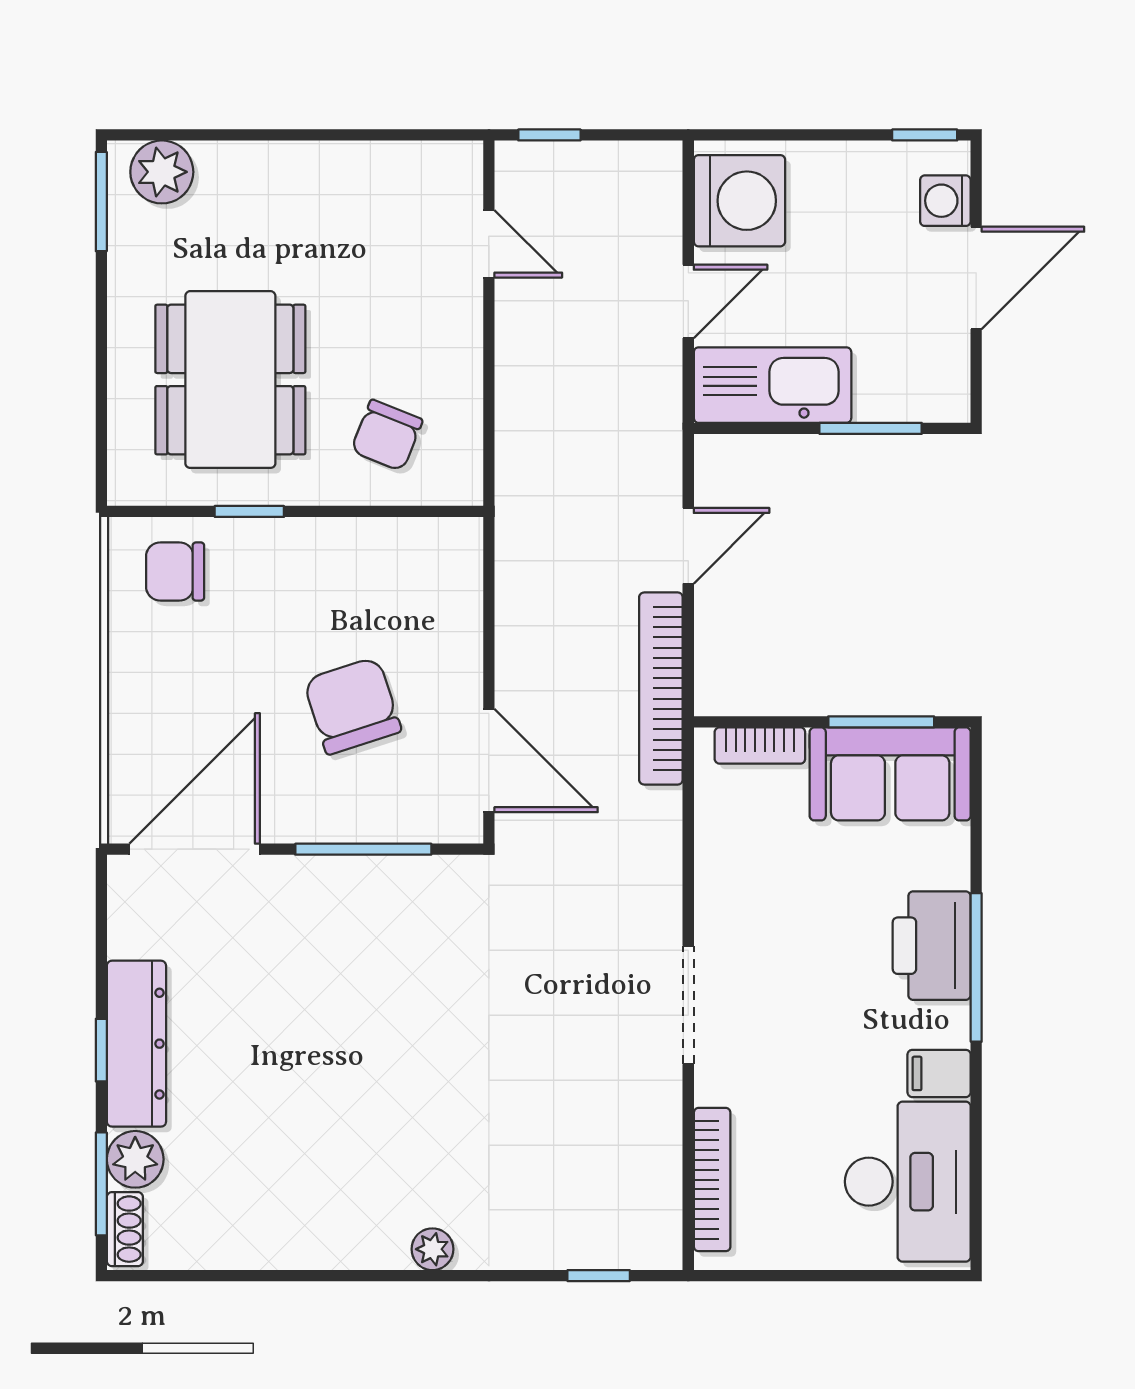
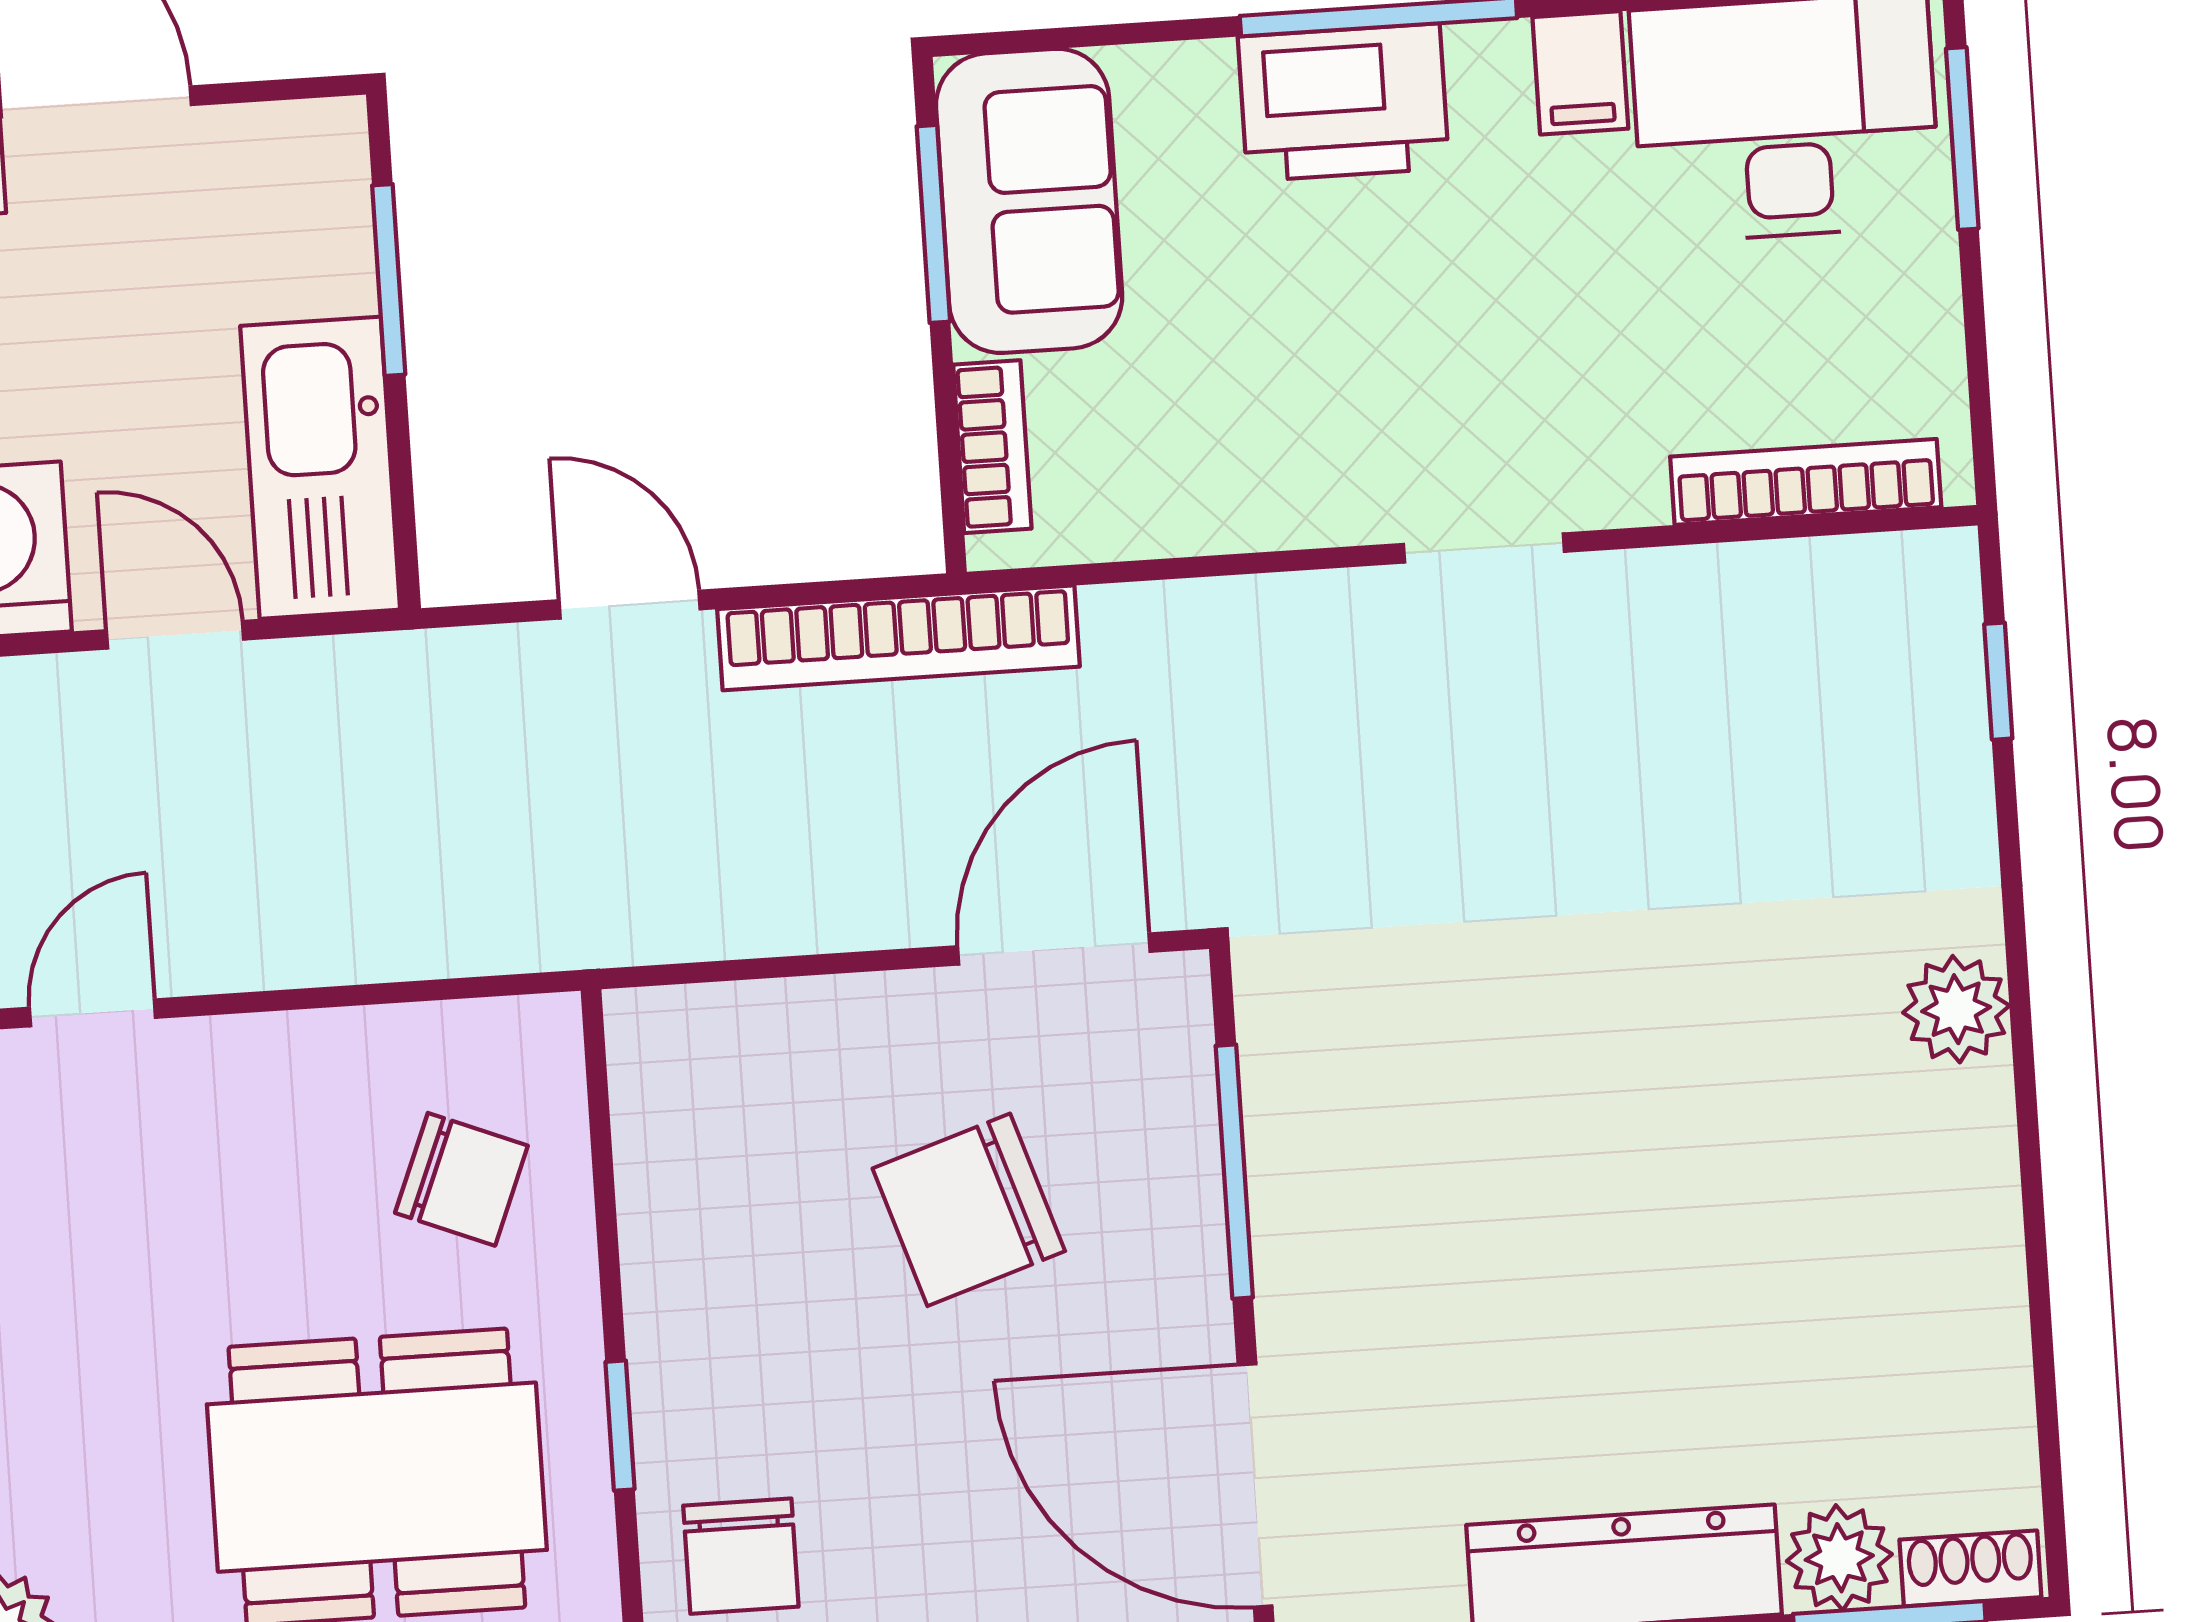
doorway: (688, 1005) -> (1484, 548), width x0.73
plant: (432, 1249) -> (1956, 1009), width x1.38, depth x1.38
window: (890, 1276) -> (1962, 138), added

